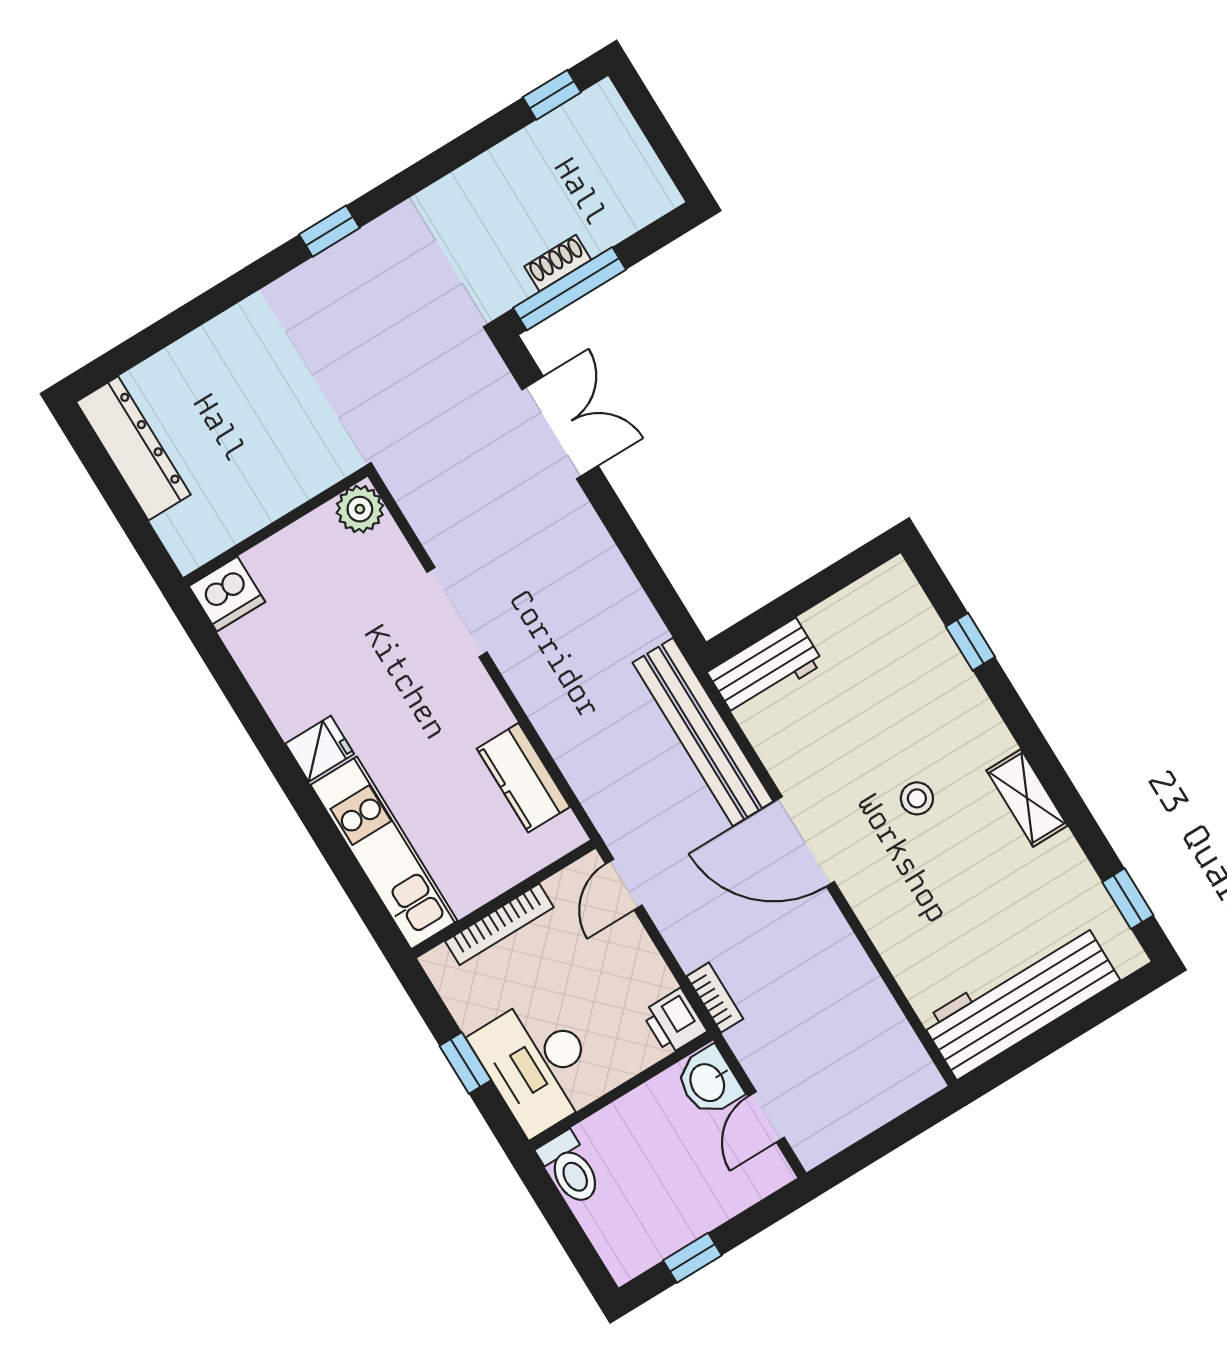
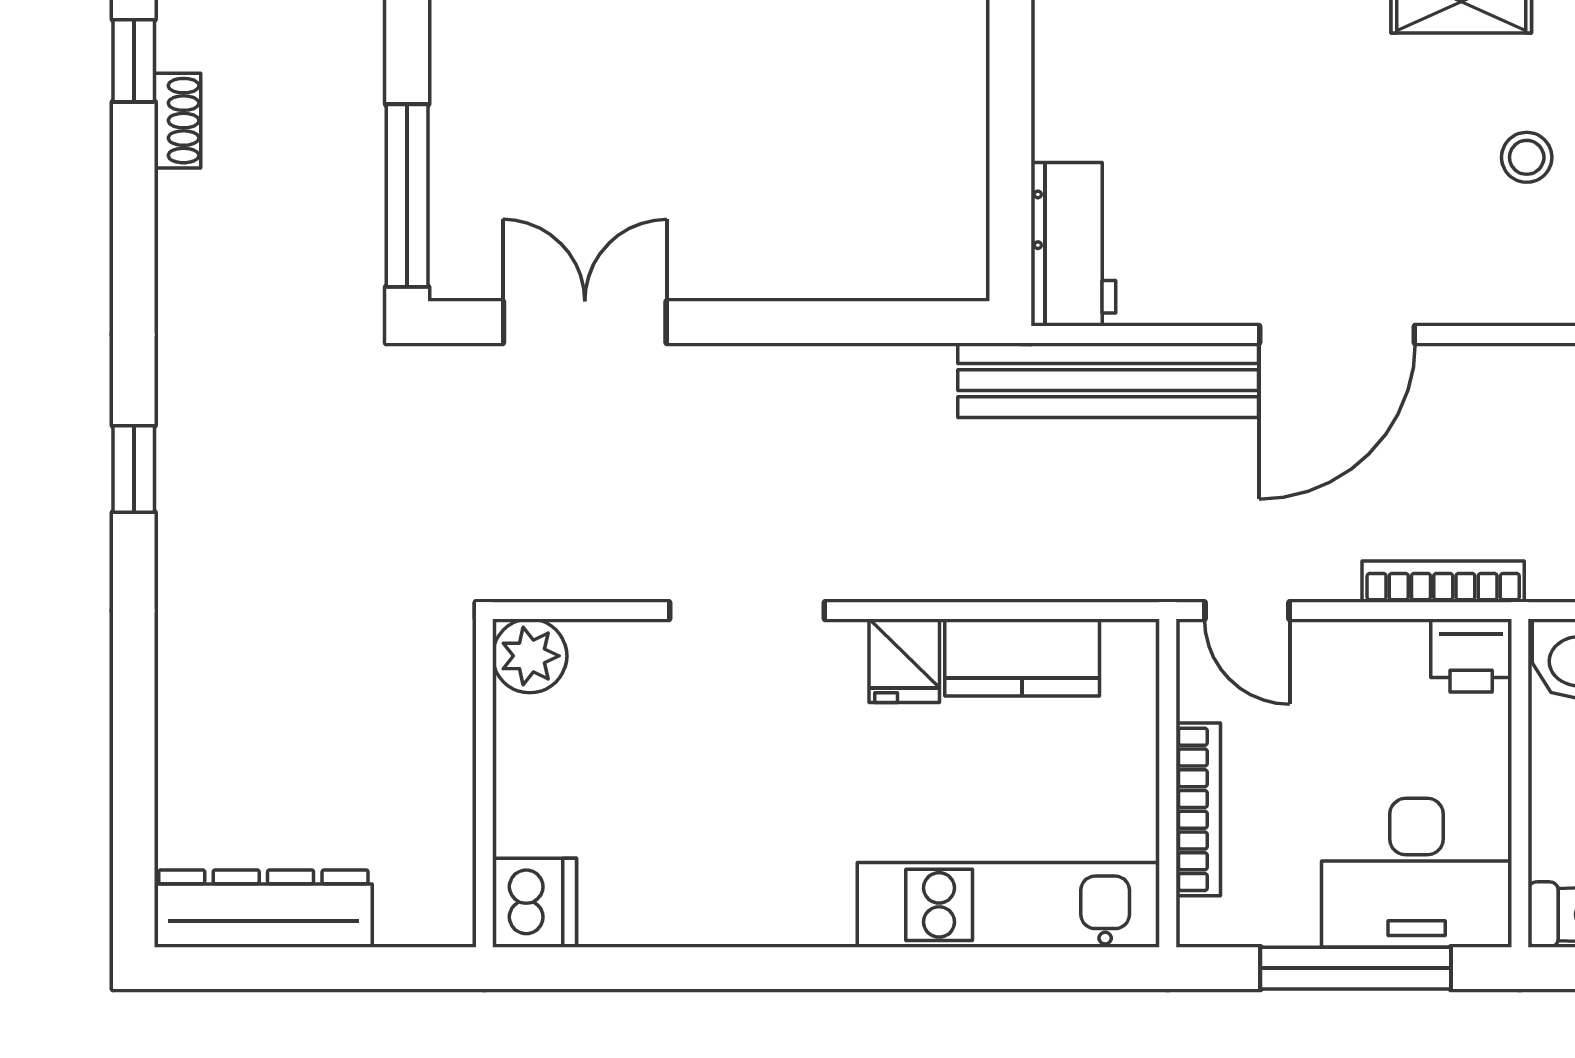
shoe rack: (558, 263) -> (178, 121), moved, turned 180
fridge: (320, 749) -> (904, 661), moved, turned 180
stool: (917, 798) -> (1527, 157), moved
bookcase: (715, 998) -> (1443, 582), width x1.56
window: (465, 1063) -> (1356, 968), width x2.17

